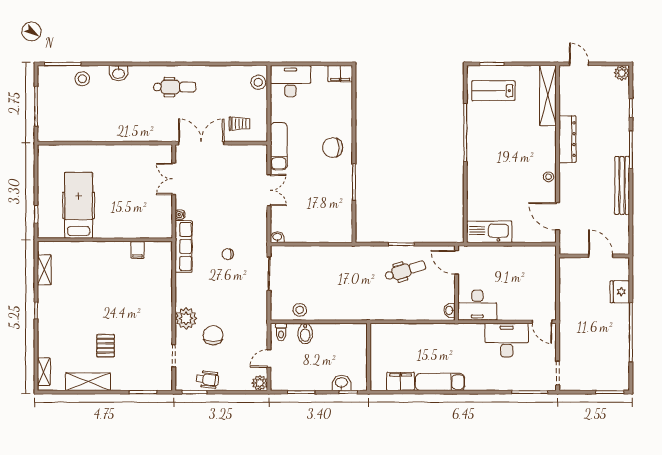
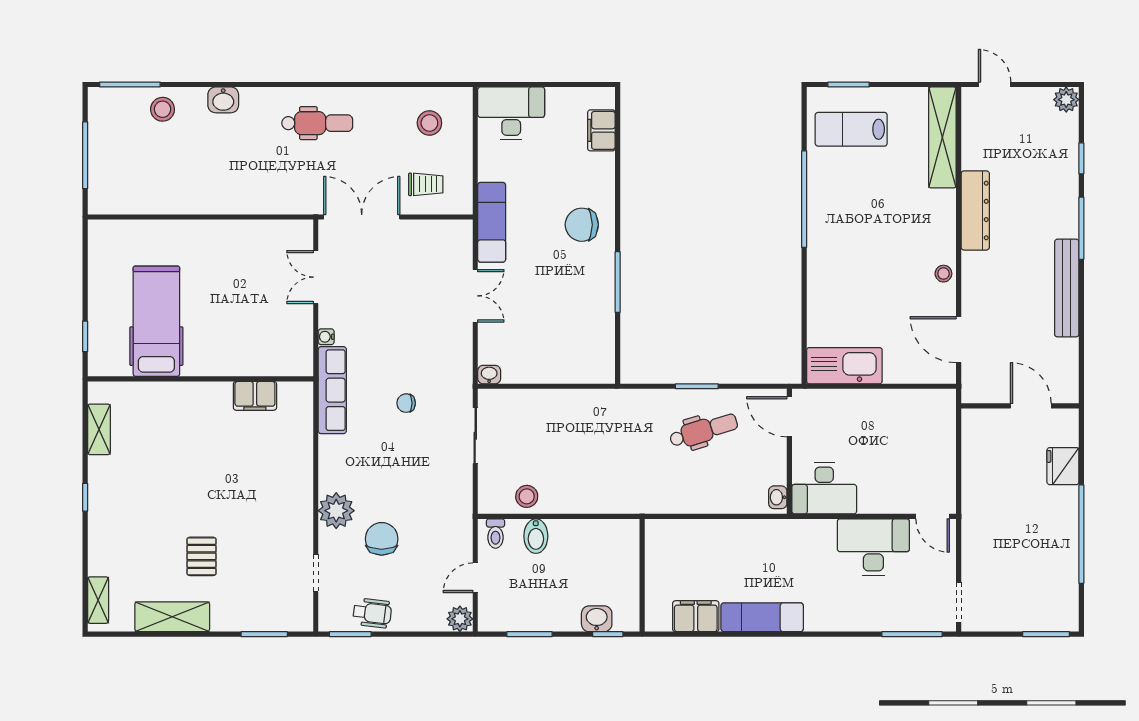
filing cabinet: (340, 74) -> (601, 130), moved, turned 90
stool: (258, 82) -> (429, 123), moved
filing cabinet: (137, 250) -> (255, 396), width x2.00

